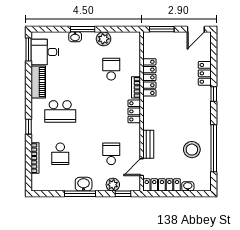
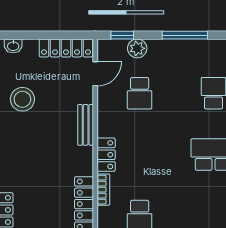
bench: (148, 144) -> (86, 125), moved
washbasin: (84, 184) -> (180, 49), removed
washbasin: (188, 186) -> (13, 46), moved

